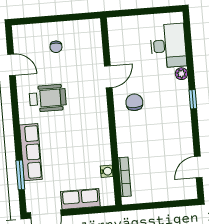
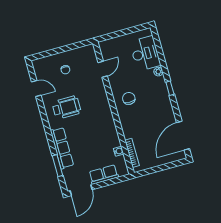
door: (108, 77) -> (103, 69), moved
door: (198, 167) -> (183, 136), width x1.87

